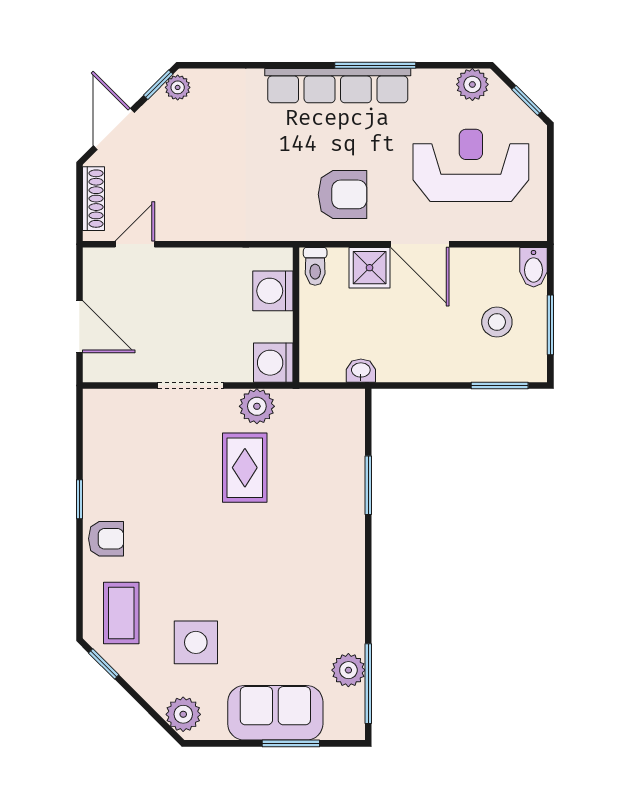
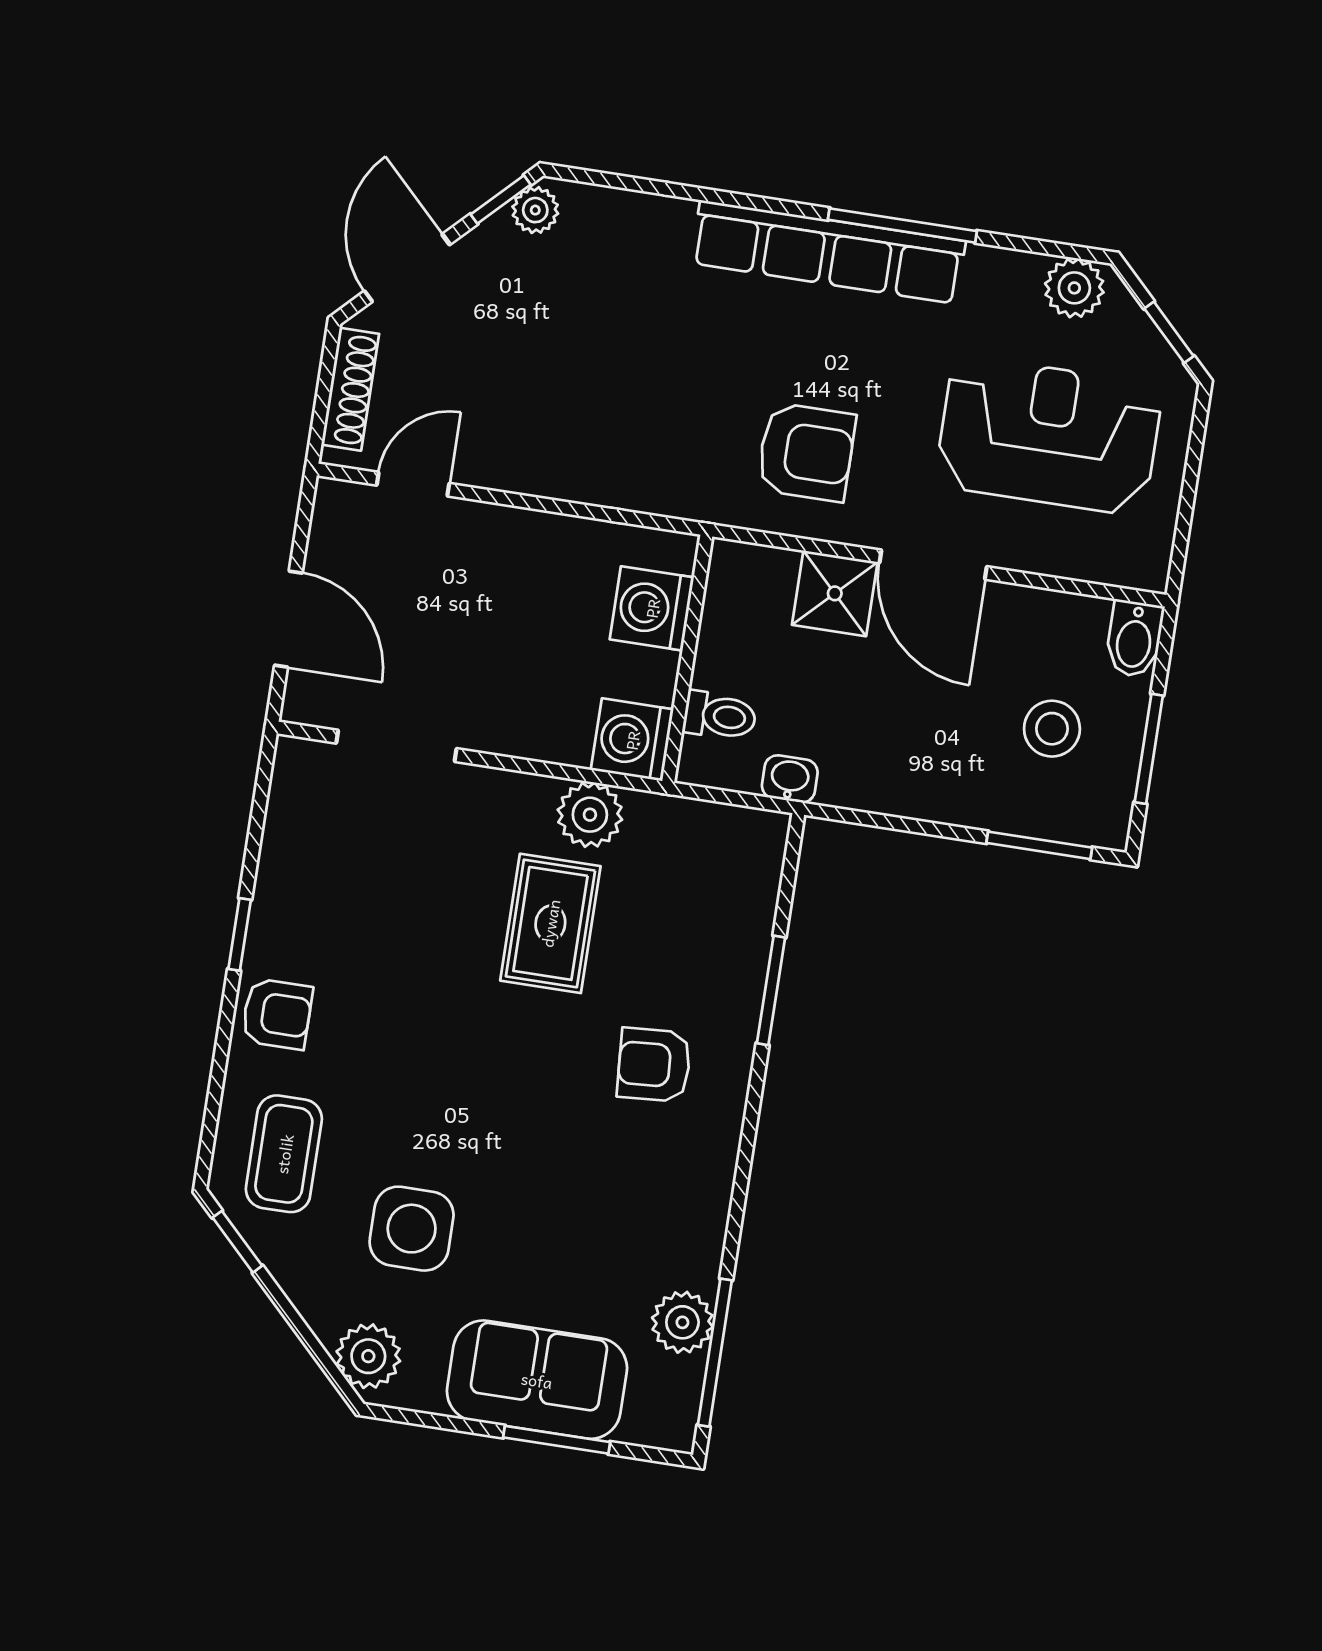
toilet: (315, 266) -> (720, 716), moved, turned -90
doorway: (191, 385) -> (396, 746), moved
armchair: (312, 535) -> (654, 1065), added

